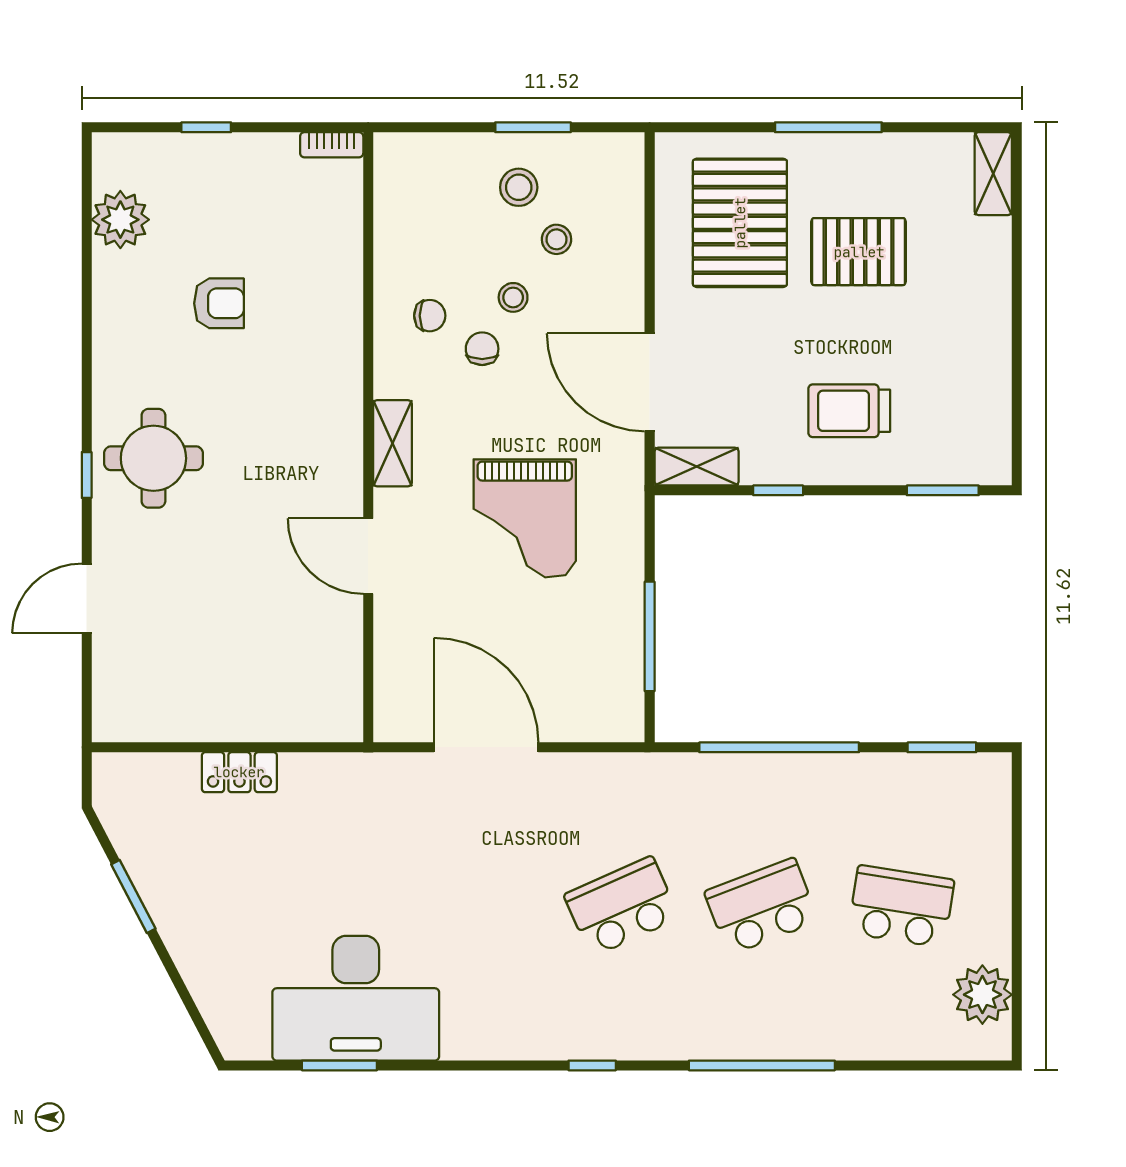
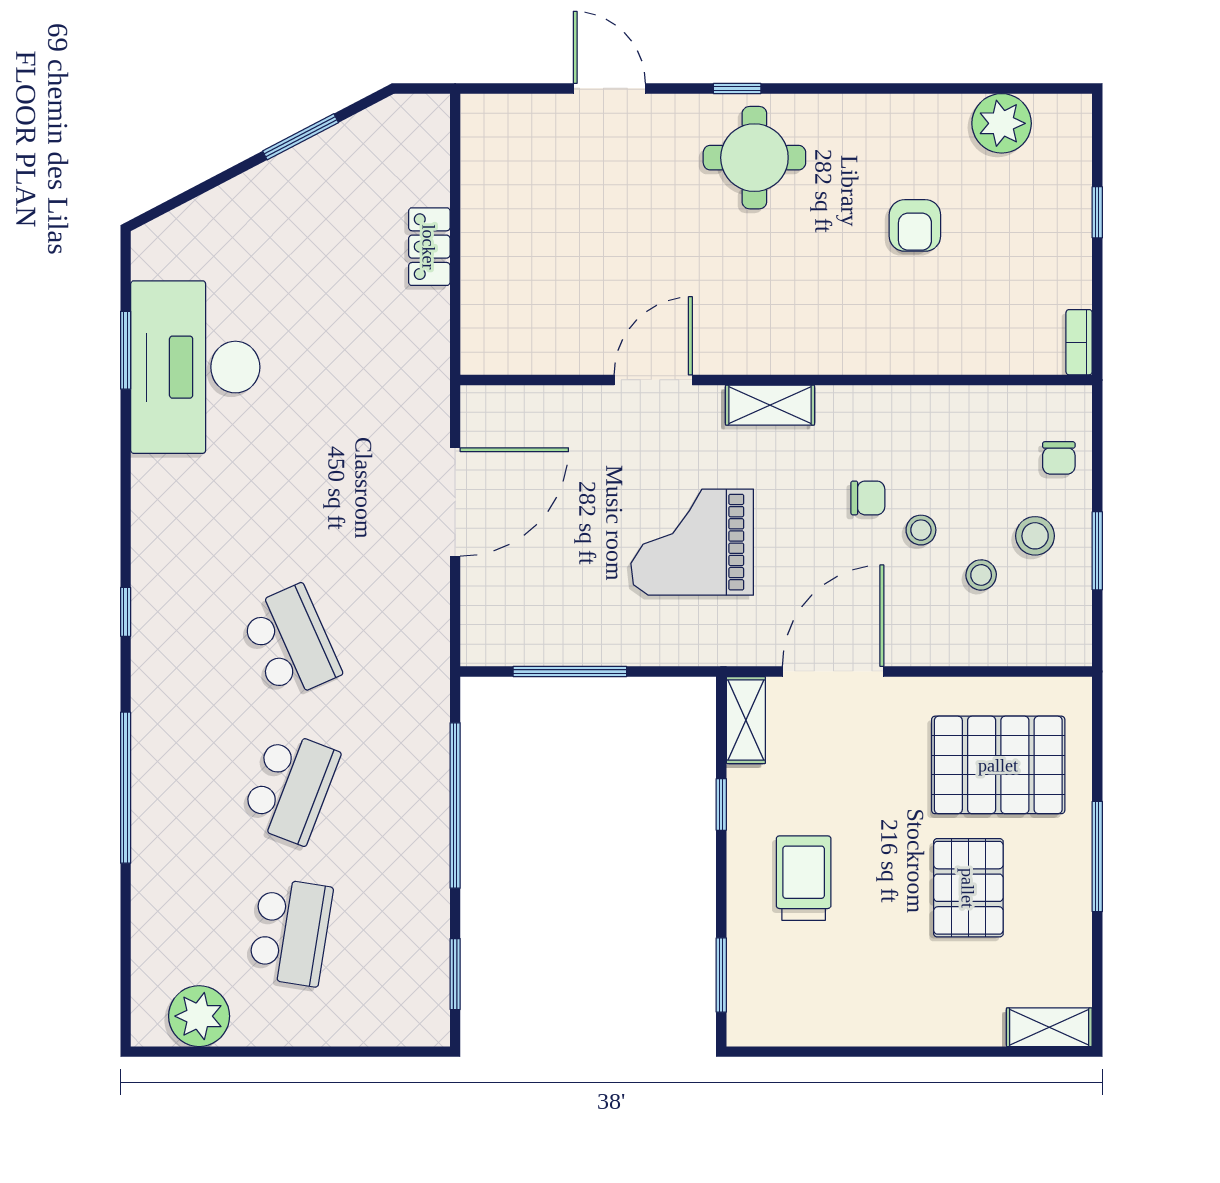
chair: (430, 316) -> (1059, 458), moved
school desk: (761, 906) -> (290, 787), turned 42

